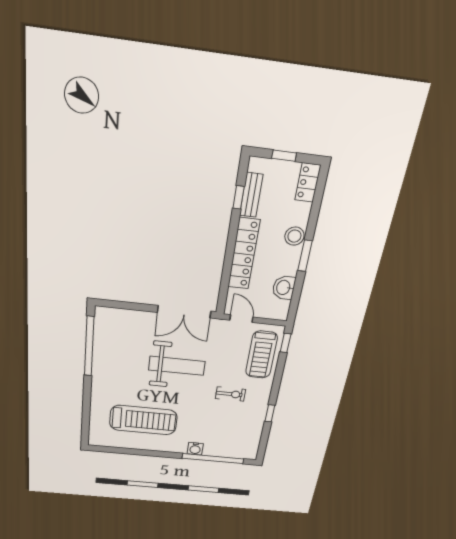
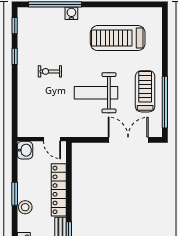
washbasin: (284, 288) -> (25, 150), moved
double door: (184, 312) -> (128, 140), moved
window: (286, 343) -> (15, 26), moved
treadmill: (261, 355) -> (145, 91), moved

